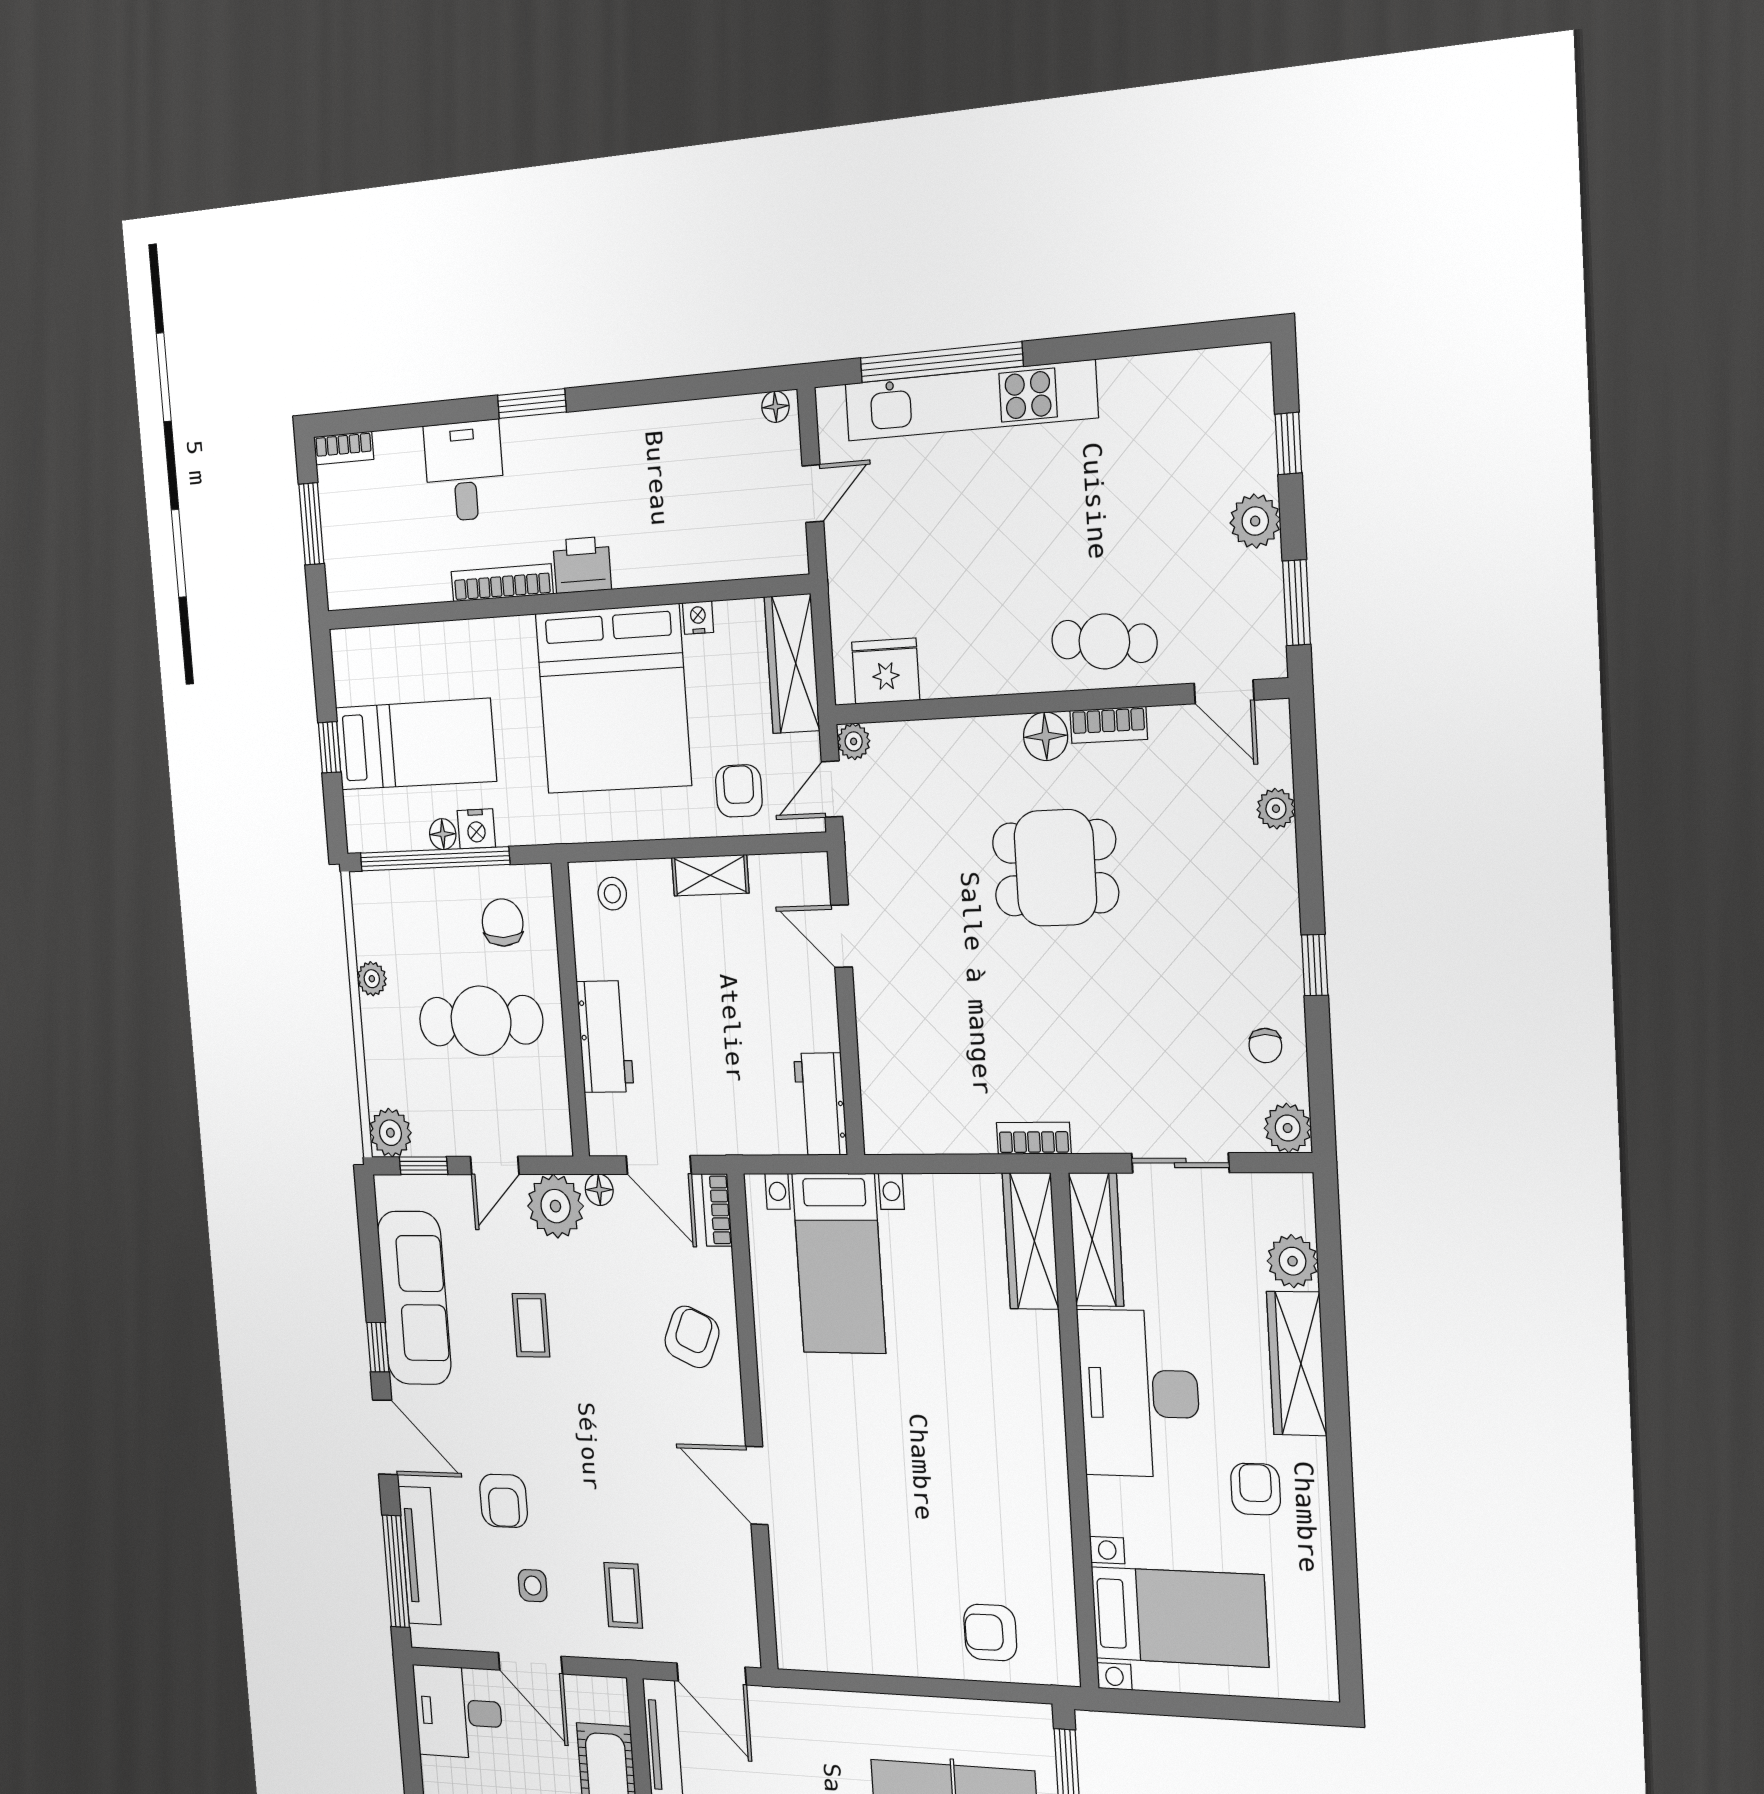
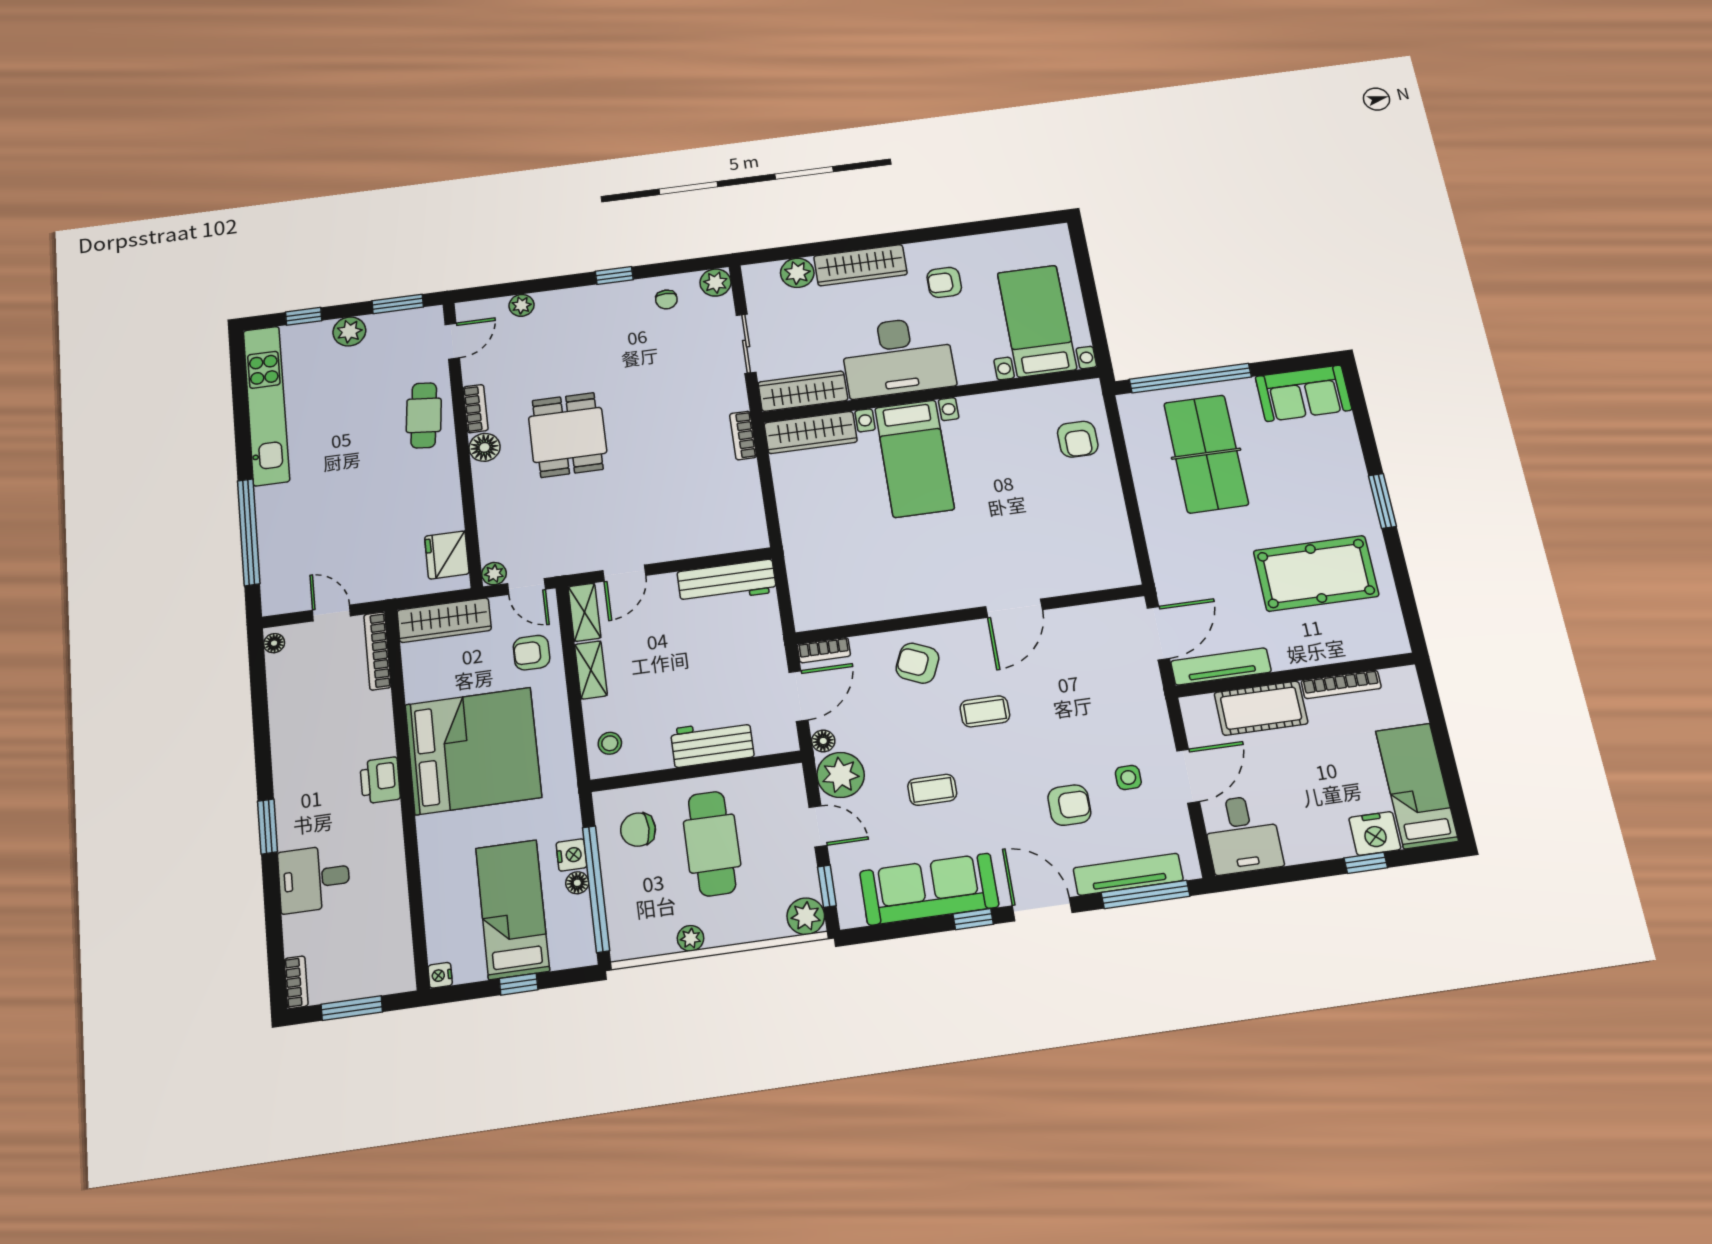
kitchen unit: (970, 401) -> (266, 405), moved
bookcase: (502, 583) -> (377, 651), moved
nightstand: (698, 618) -> (440, 975), moved
shelving: (790, 872) -> (584, 612), added
chair: (1265, 1046) -> (666, 300), turned 90
workbench: (821, 1104) -> (727, 582), width x1.38
bed with nightstands: (839, 1263) -> (914, 458), moved, turned 90
door: (385, 1437) -> (1042, 909), hinge flipped
coffee table: (623, 1595) -> (985, 711), moved

